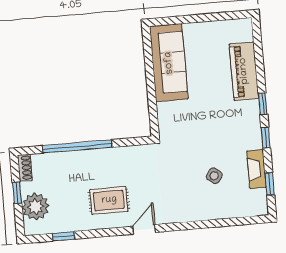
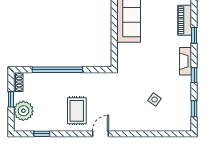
piano: (244, 71) -> (185, 20), width x0.73, depth x0.75
window: (263, 104) -> (194, 35), moved
fireplace: (257, 169) -> (186, 61), moved
rug: (109, 200) -> (77, 111), turned 90

